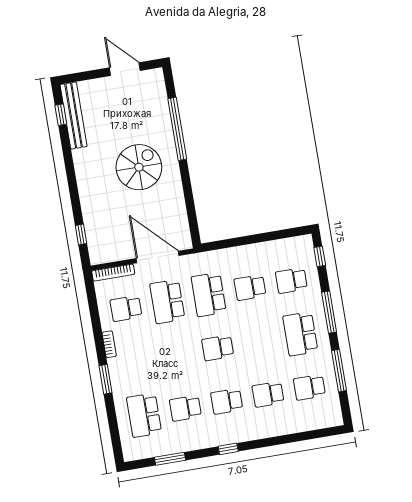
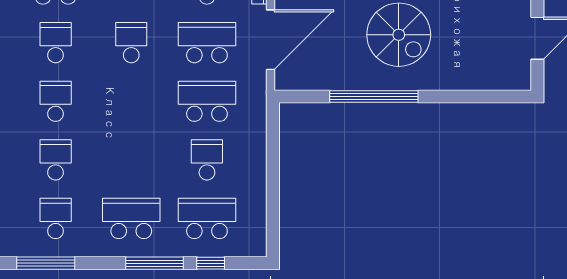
window: (177, 129) -> (374, 96), moved
window: (320, 256) -> (211, 263), moved
school desk: (291, 281) -> (207, 218), width x1.85
school desk: (218, 348) -> (131, 43), moved
window: (339, 371) -> (46, 263), moved

